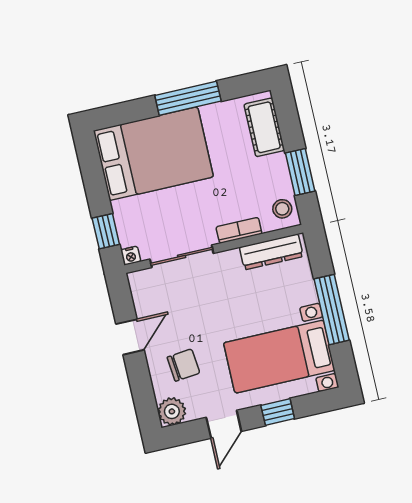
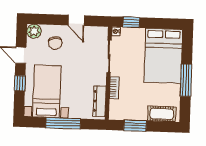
stool: (282, 209) -> (119, 112), removed

